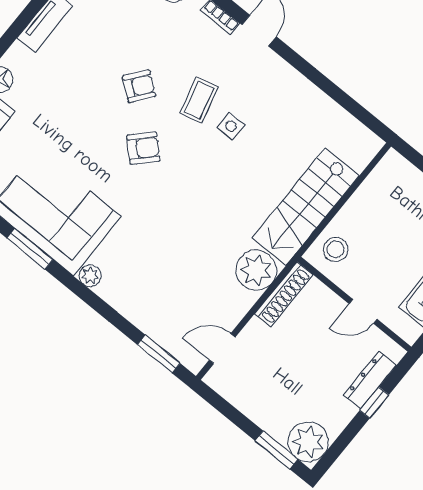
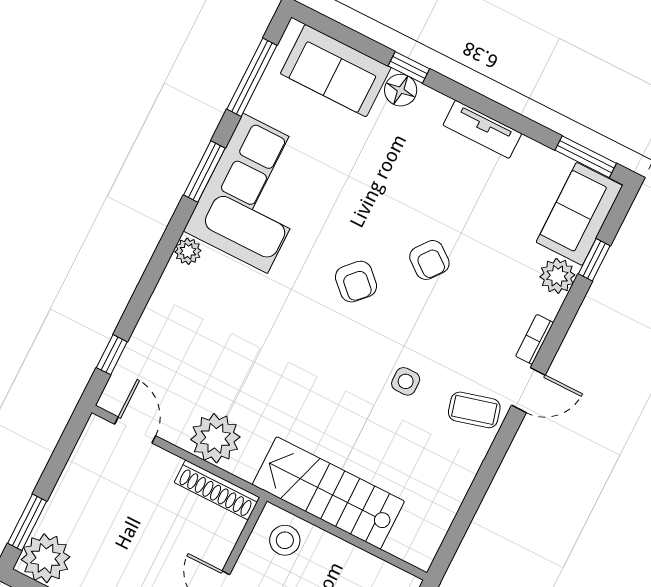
coffee table: (199, 100) -> (474, 410), moved
plant: (256, 270) -> (215, 438), moved
window: (159, 354) -> (112, 355), width x0.67

